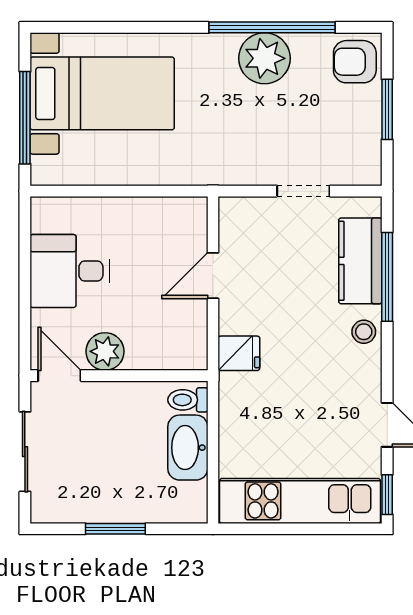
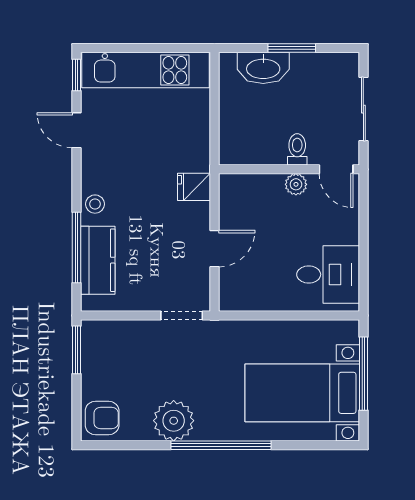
window: (272, 27) -> (221, 445), moved
window: (387, 109) -> (77, 350), moved
doorway: (303, 191) -> (182, 316), moved
desk: (70, 271) -> (328, 274), moved
plant: (105, 351) -> (296, 184), width x0.73, depth x0.73
toilet: (188, 400) -> (297, 149), moved, turned -90
washbasin: (188, 448) -> (263, 68), moved, turned 90

